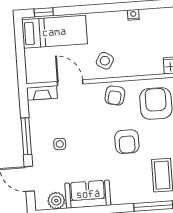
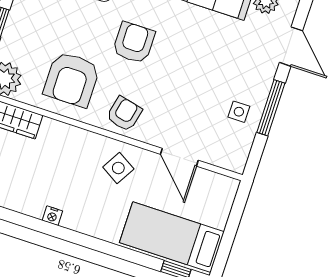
fireplace: (42, 93) -> (224, 159), removed
side table: (60, 144) -> (239, 112), moved

